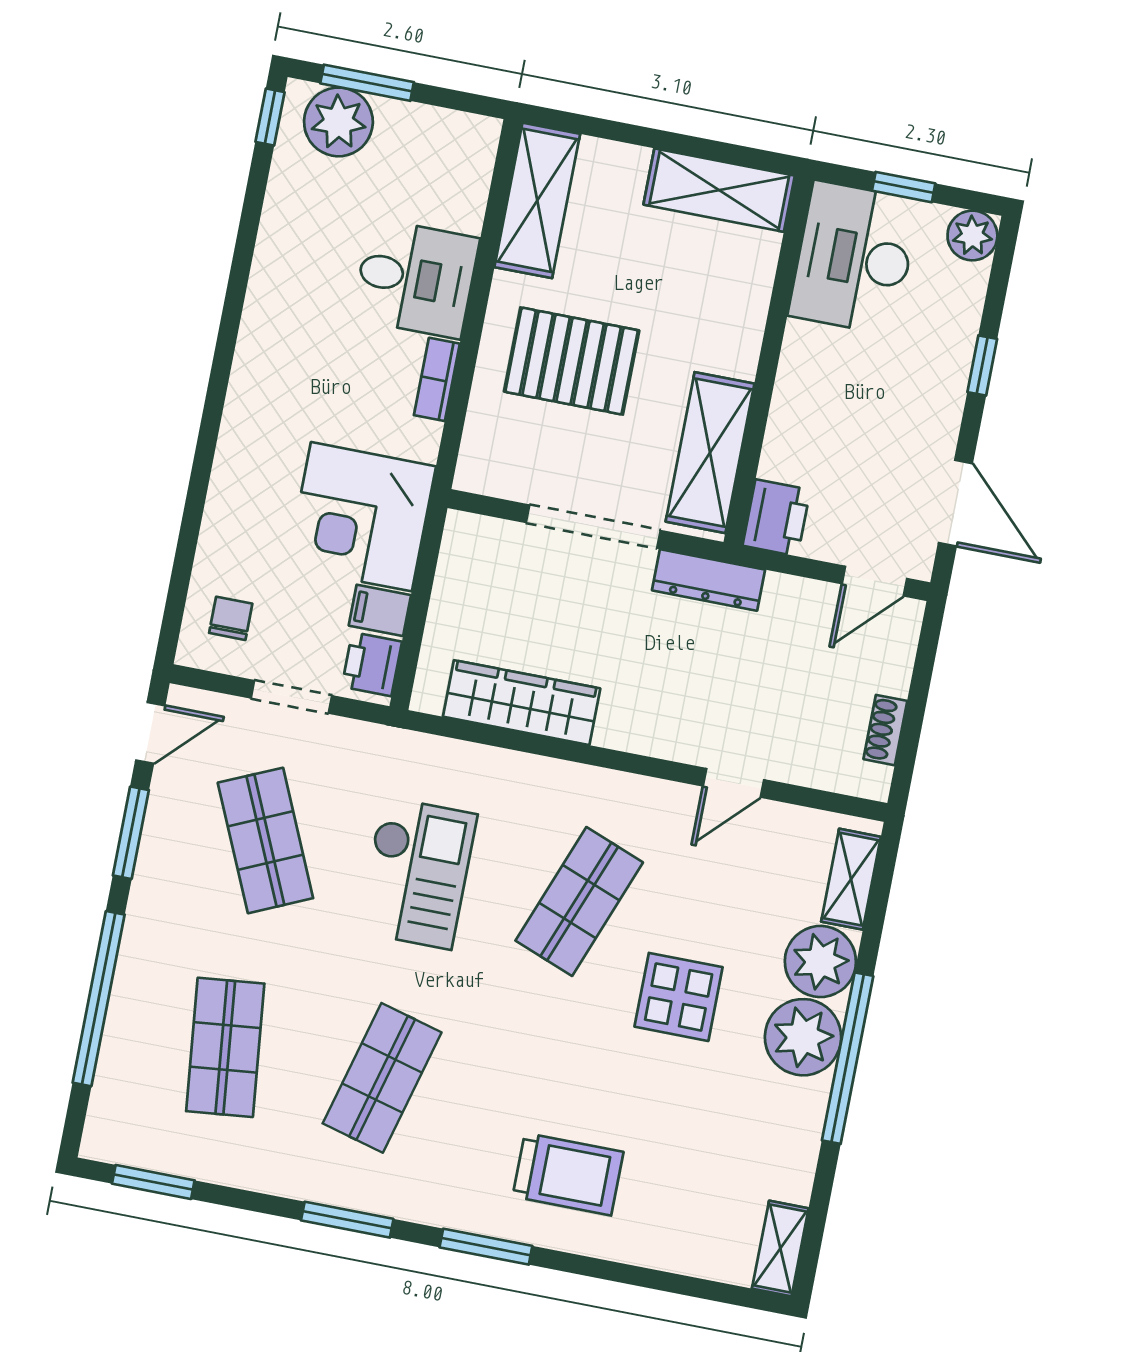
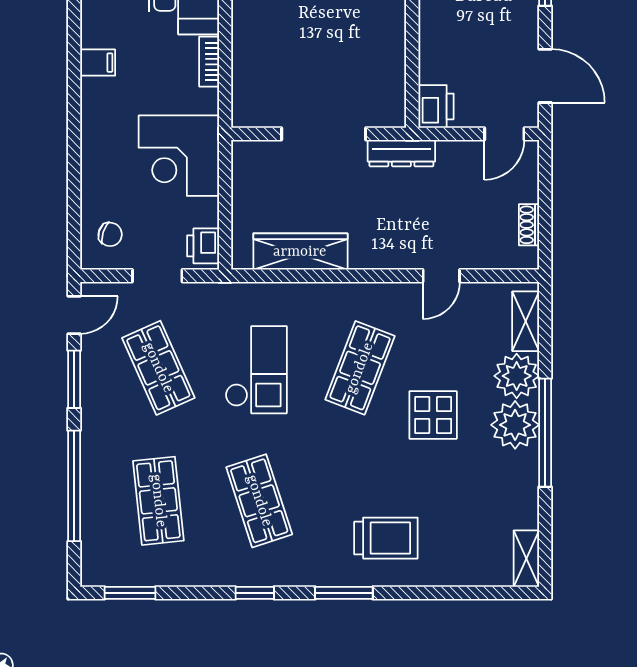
pallet: (572, 361) -> (290, 34), removed
shelving: (710, 453) -> (387, 74), removed
filing cabinet: (380, 610) -> (98, 63), moved, turned 180
chair: (231, 618) -> (110, 234), turned 108
shop shelf: (382, 1078) -> (259, 501), turned -33
window: (347, 1220) -> (255, 593), width x0.67

